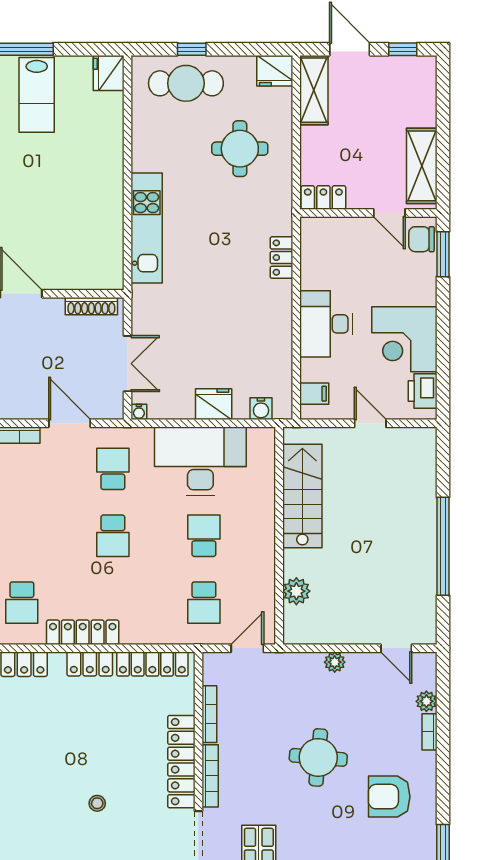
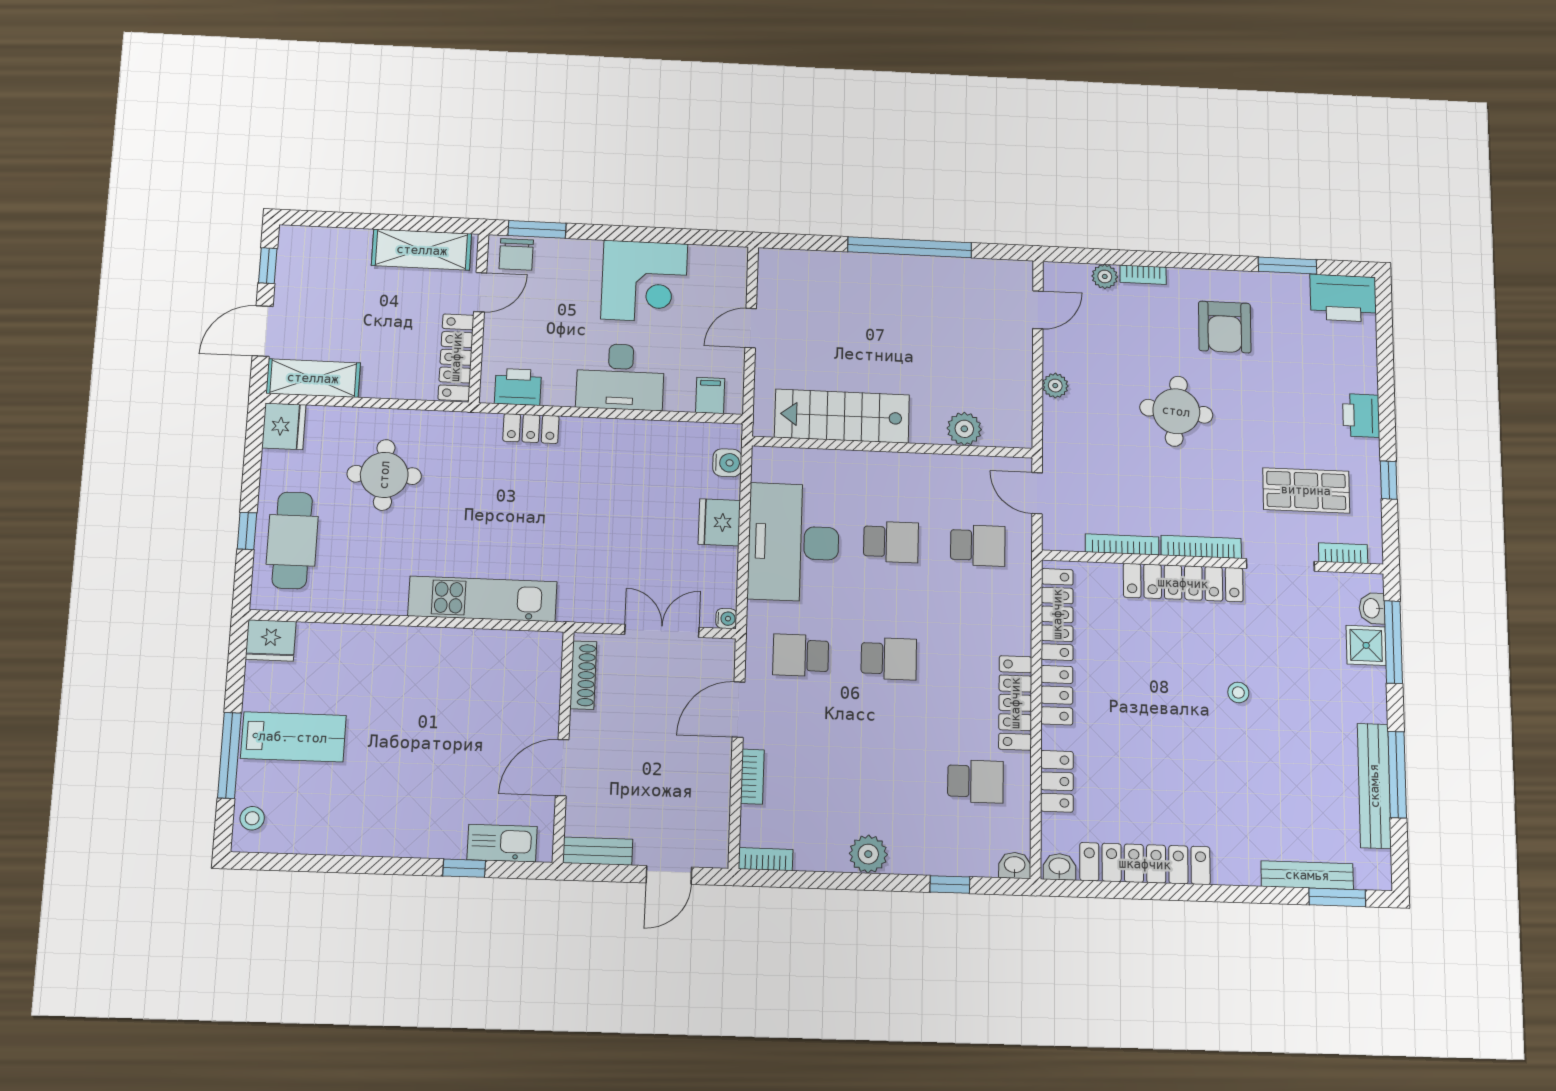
locker: (323, 197) -> (456, 357), width x1.53
printer: (423, 391) -> (518, 387), moved, turned 180
school desk: (204, 536) -> (891, 542), turned 180

